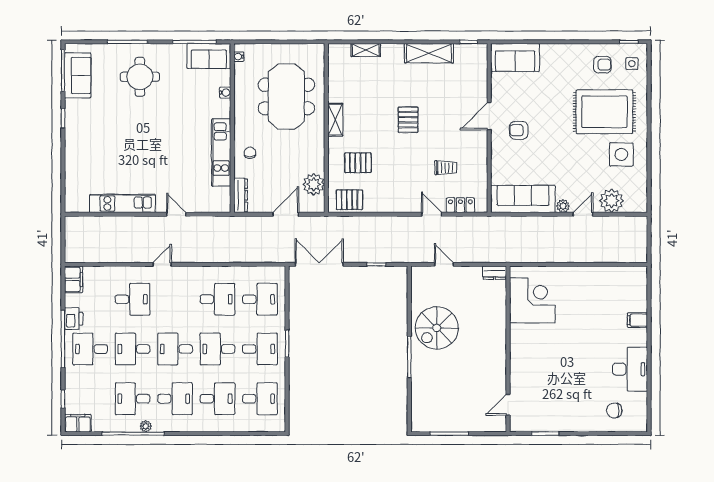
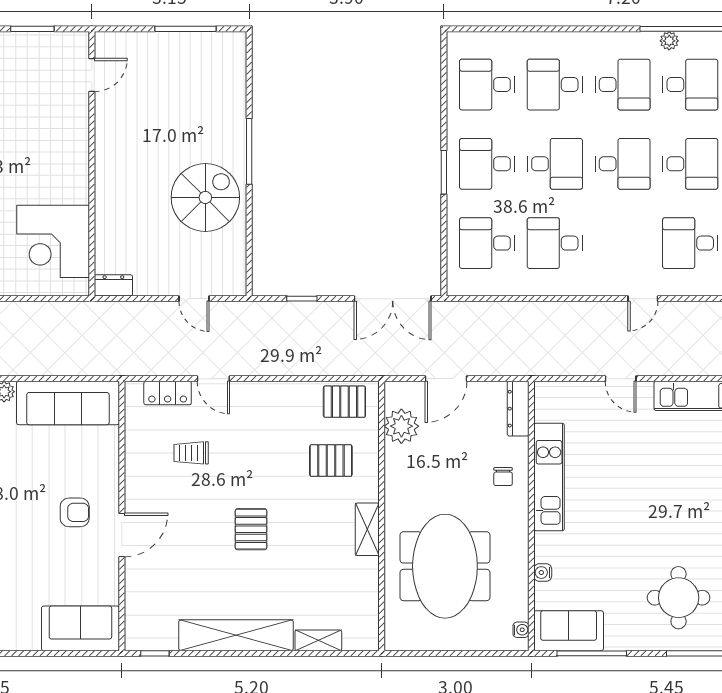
shelving: (429, 53) -> (236, 635), width x1.47
desk: (175, 399) -> (623, 85), turned 180

